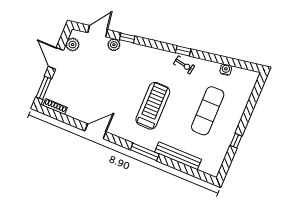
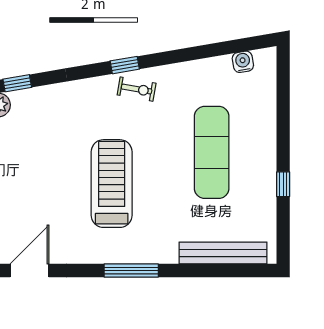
water cooler: (226, 70) -> (243, 62), moved
bench: (178, 156) -> (223, 253), moved

